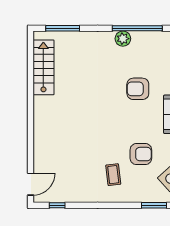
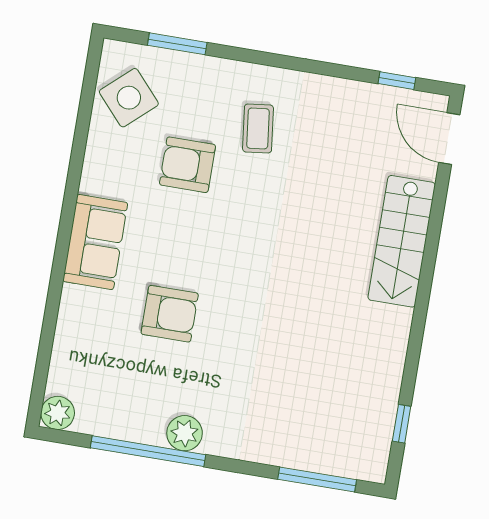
window: (30, 58) -> (402, 424), added
stairs: (43, 67) -> (402, 241), moved
door: (30, 184) -> (449, 139), hinge flipped

